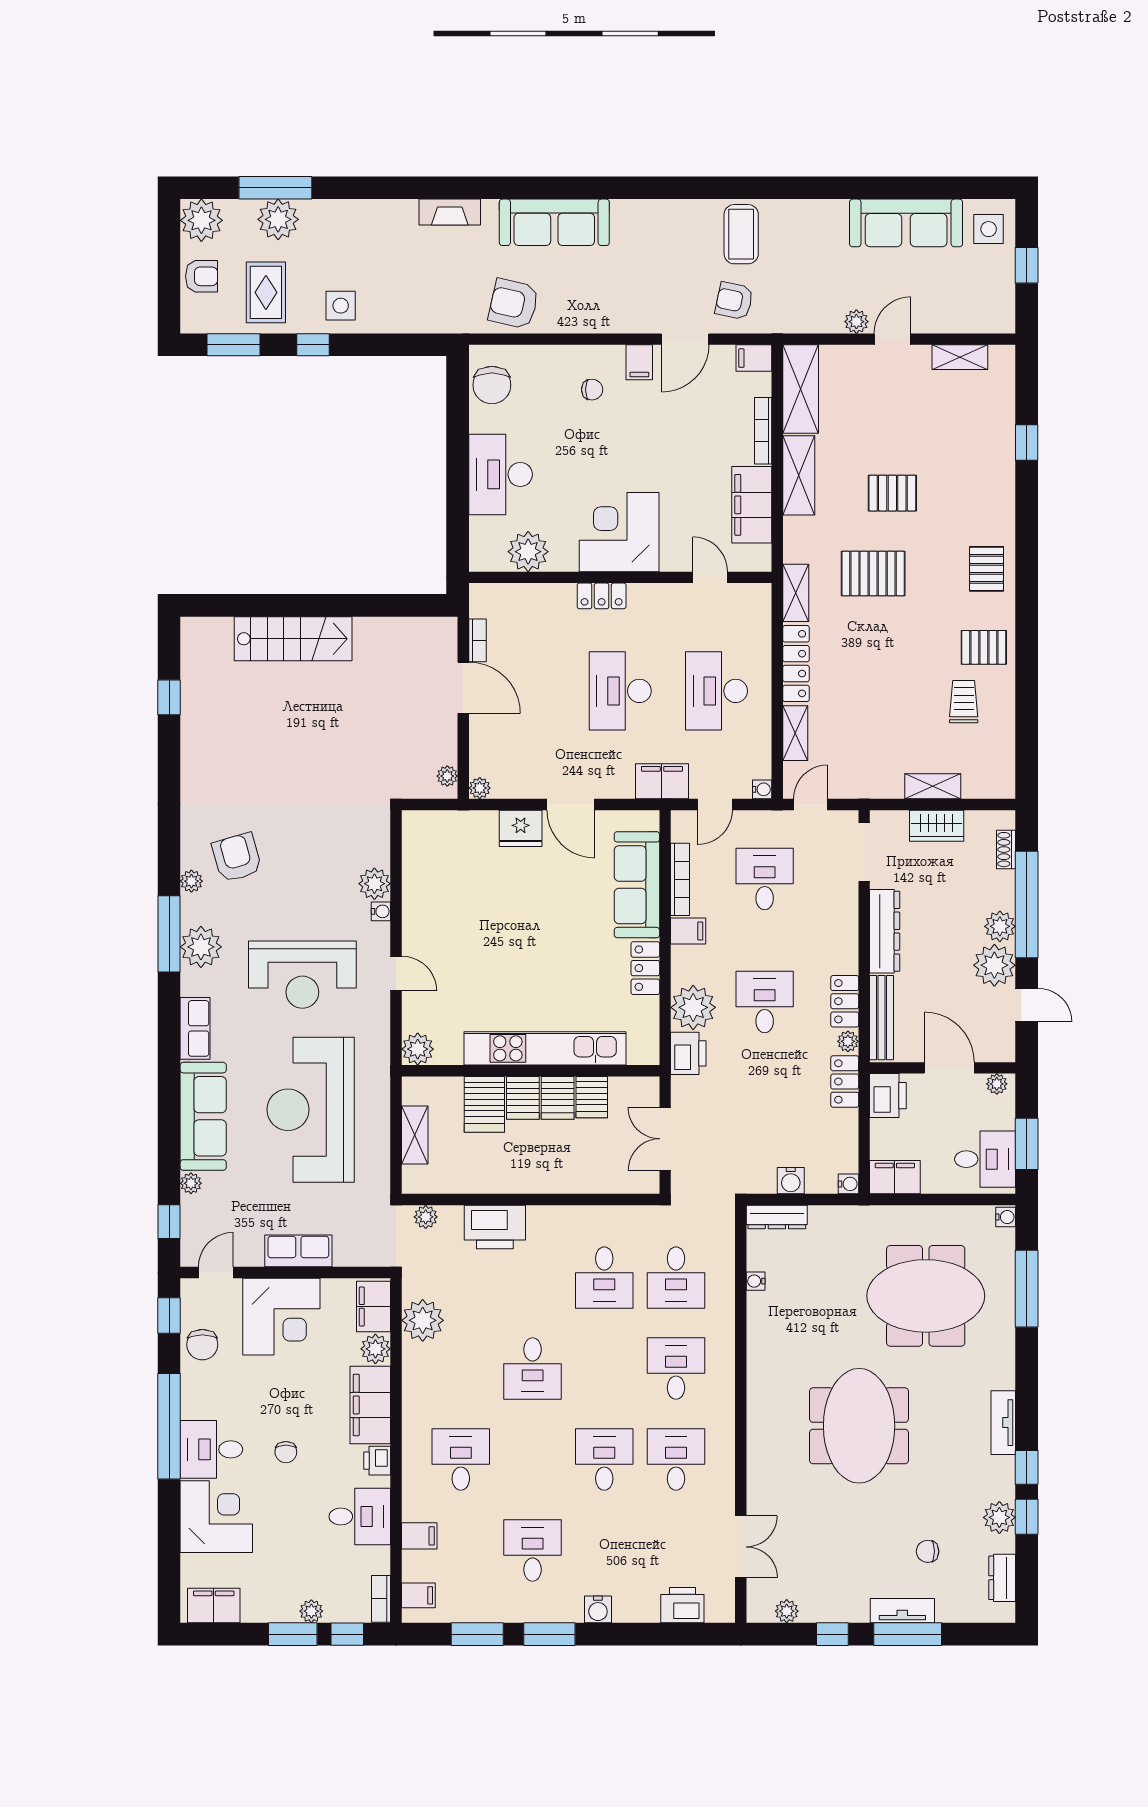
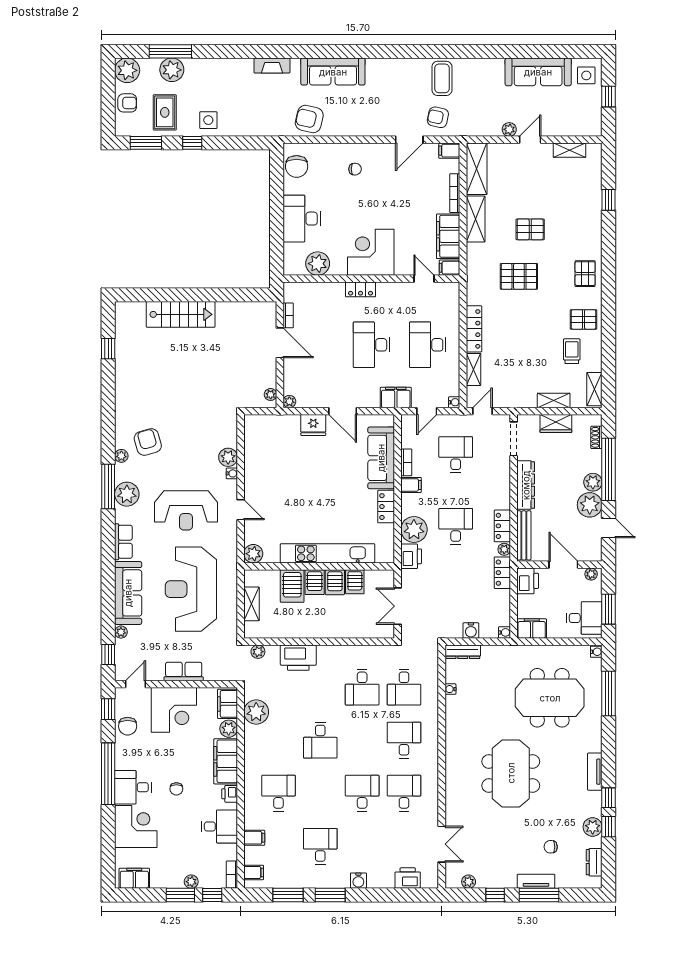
filing cabinet: (639, 362) -> (450, 268), moved, turned 90
shelving: (796, 593) -> (594, 389), moved
bookcase: (680, 879) -> (406, 462), width x0.64

